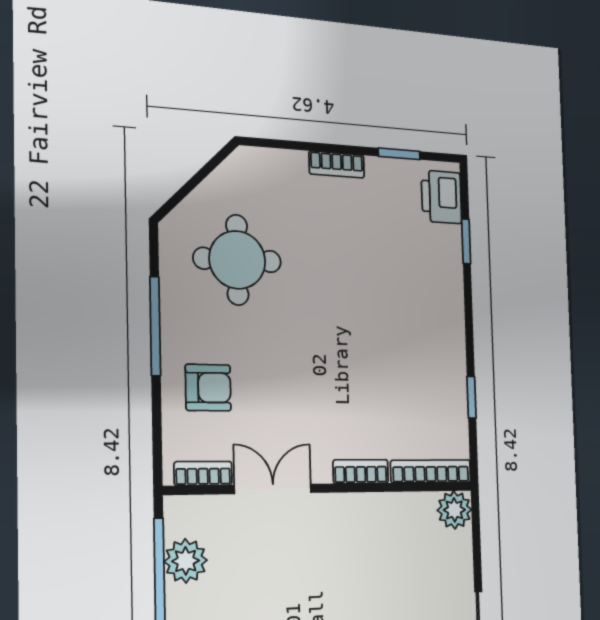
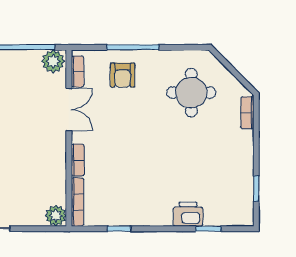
bookcase: (337, 165) -> (247, 113), moved
printer: (441, 197) -> (188, 214), moved
window: (155, 326) -> (133, 47), moved
plant: (186, 561) -> (53, 61), moved

